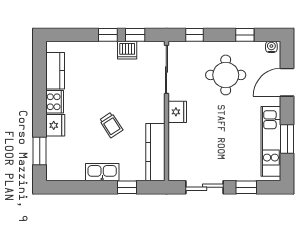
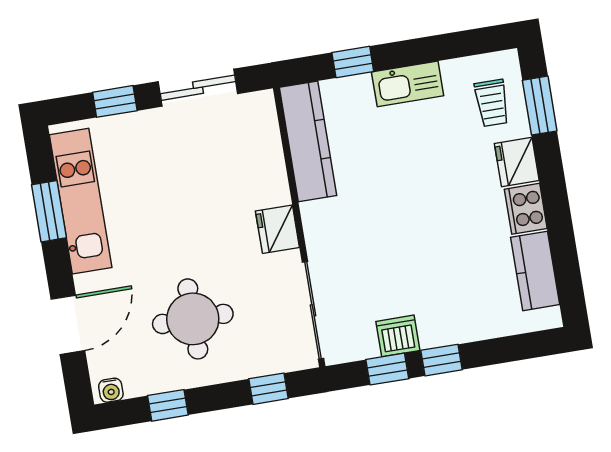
trolley: (111, 125) -> (492, 103), moved, turned -147

